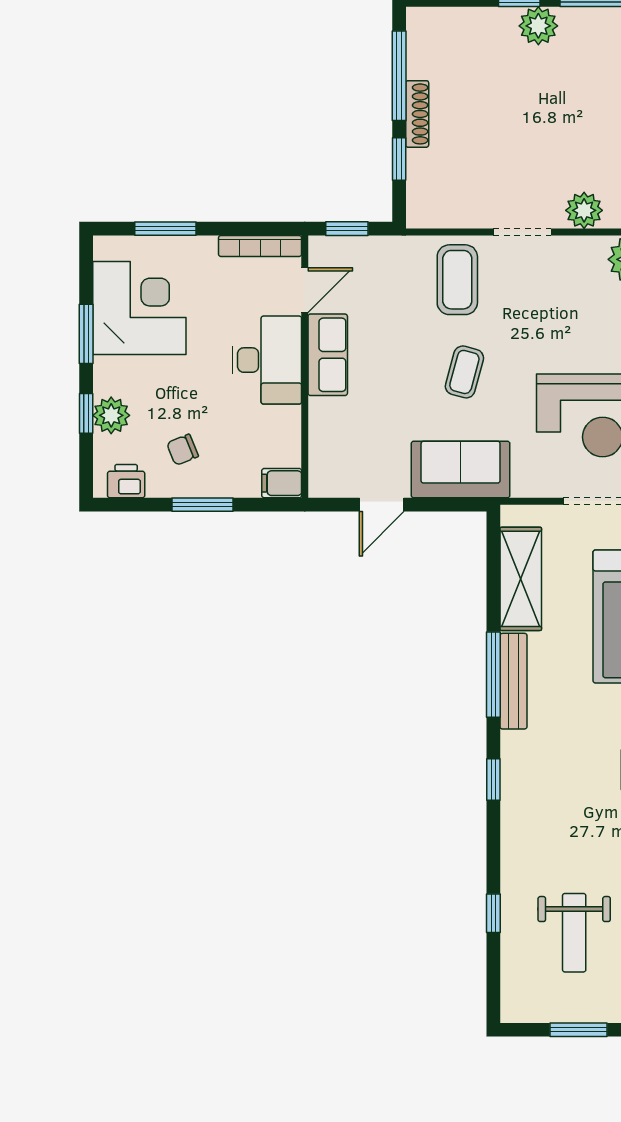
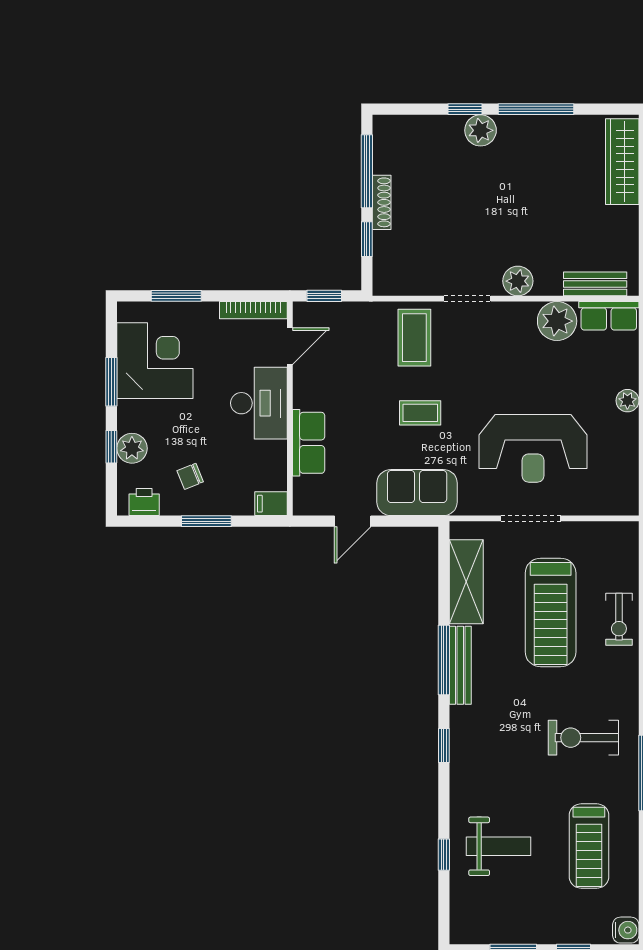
row of seats: (328, 355) -> (309, 443), moved
coffee table: (464, 372) -> (420, 413), turned 75
weight bench: (574, 933) -> (498, 846), moved, turned -90

